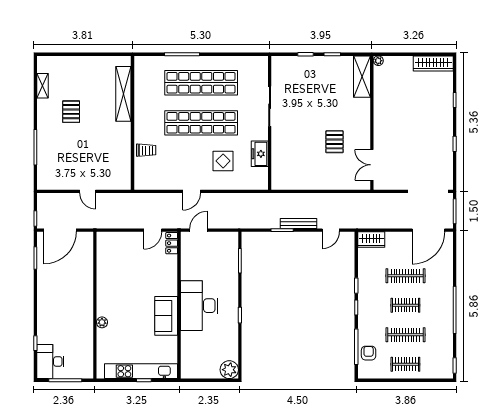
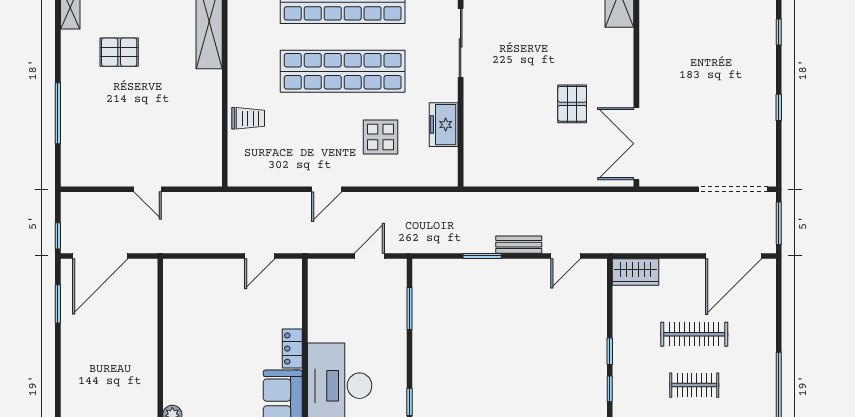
pallet: (71, 112) -> (119, 52), turned 90
double door: (372, 165) -> (636, 144), width x1.37
bench: (299, 224) -> (519, 245), width x0.73
door: (199, 230) -> (369, 256), moved
locker: (172, 243) -> (292, 349), moved

